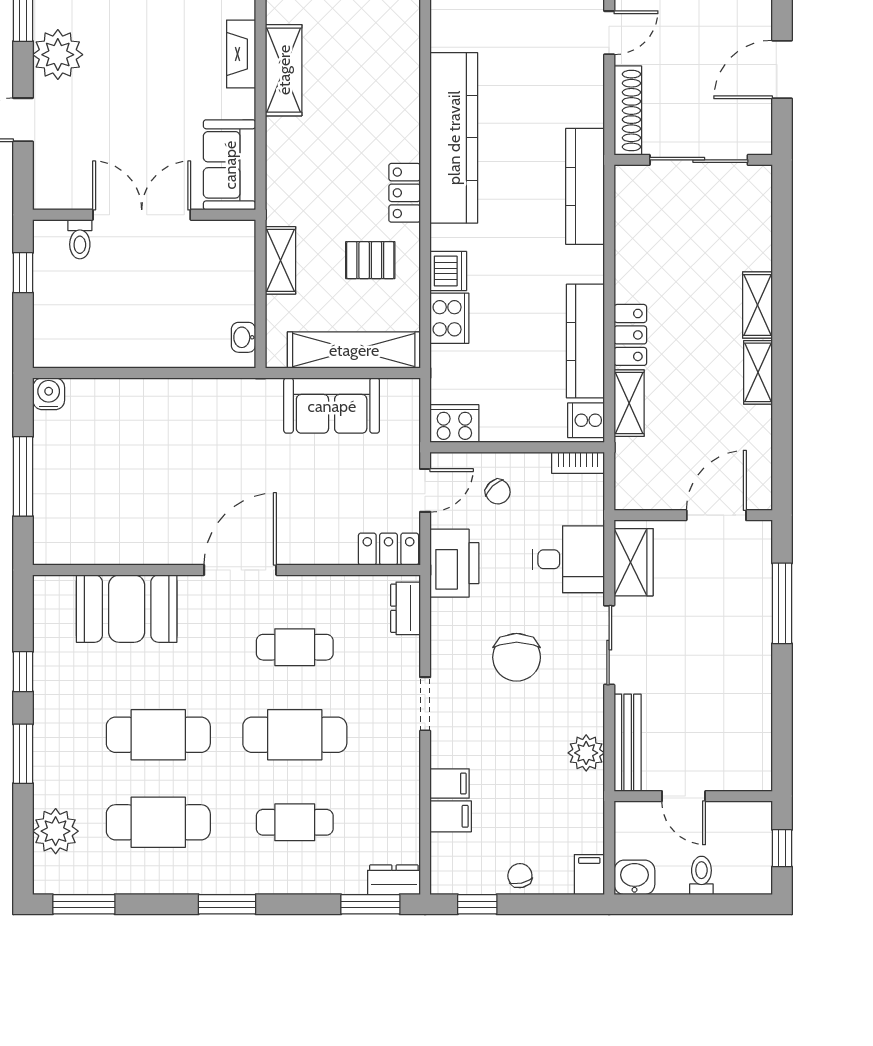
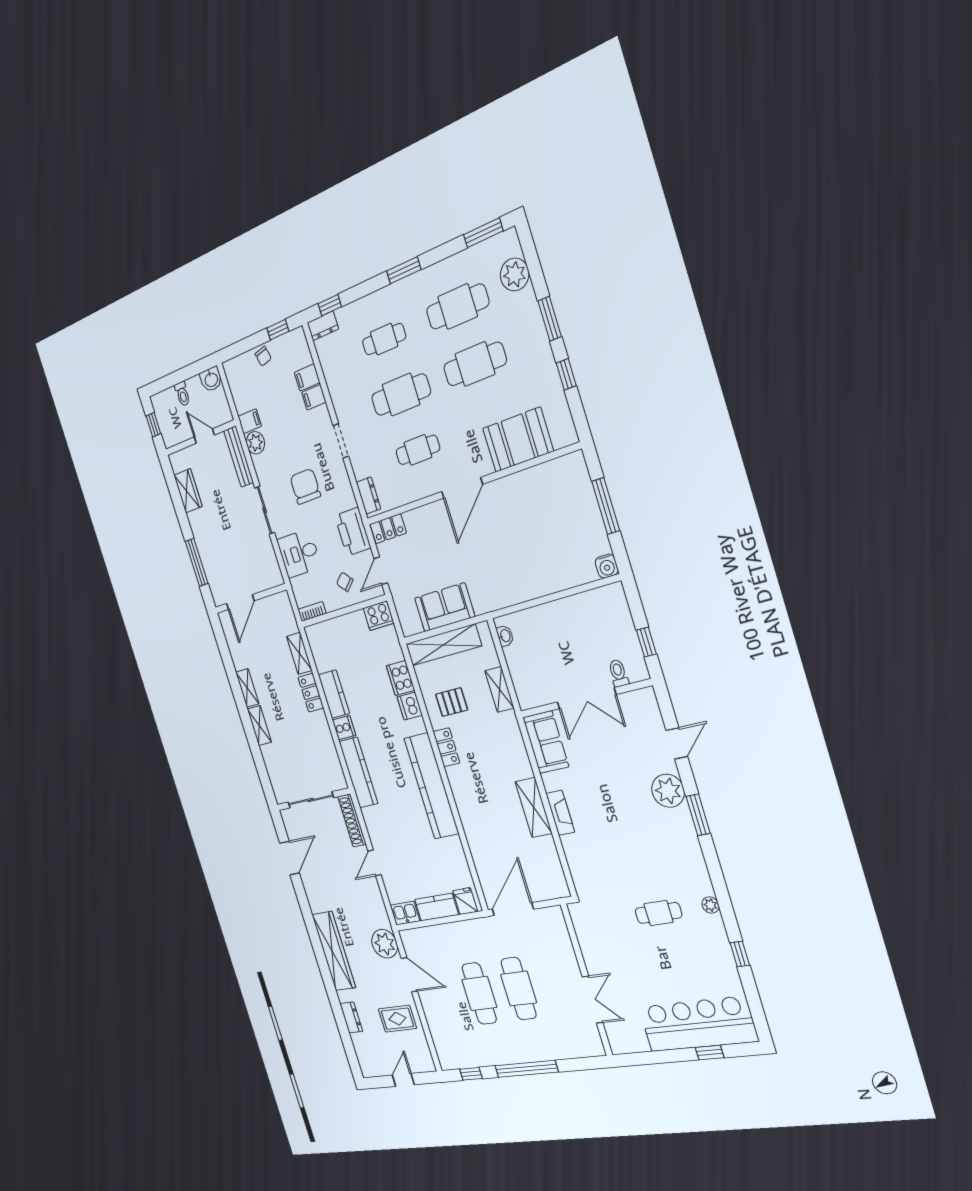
kitchen counter: (585, 341) -> (334, 694), width x0.67
cooker: (586, 420) -> (344, 728), moved
wardrobe: (634, 562) -> (188, 491), moved, turned 180
filing cabinet: (589, 875) -> (250, 421), moved, turned -90
window: (370, 904) -> (330, 305), width x0.67

